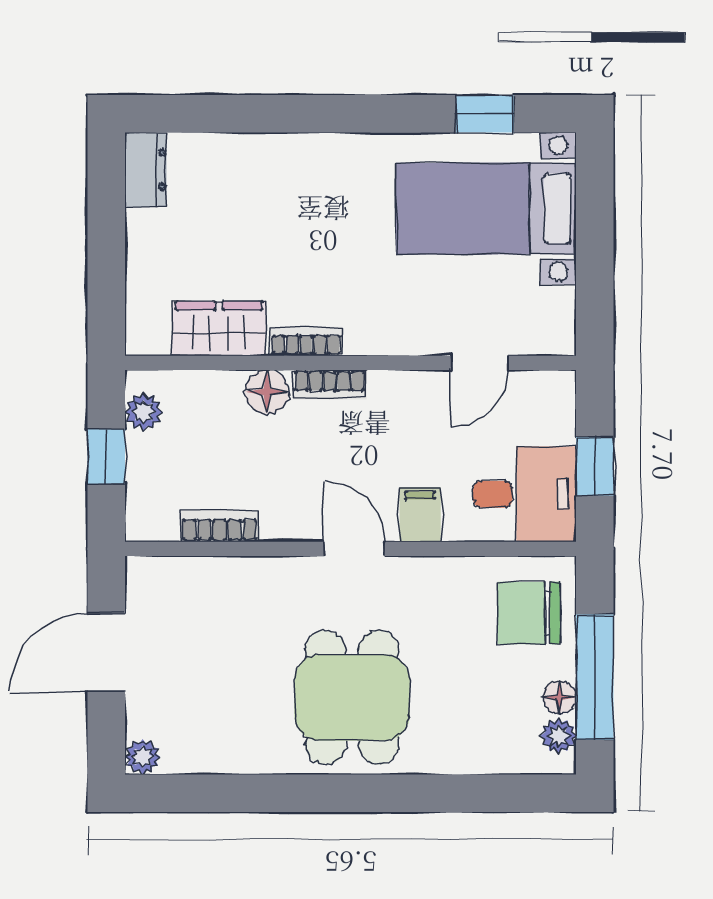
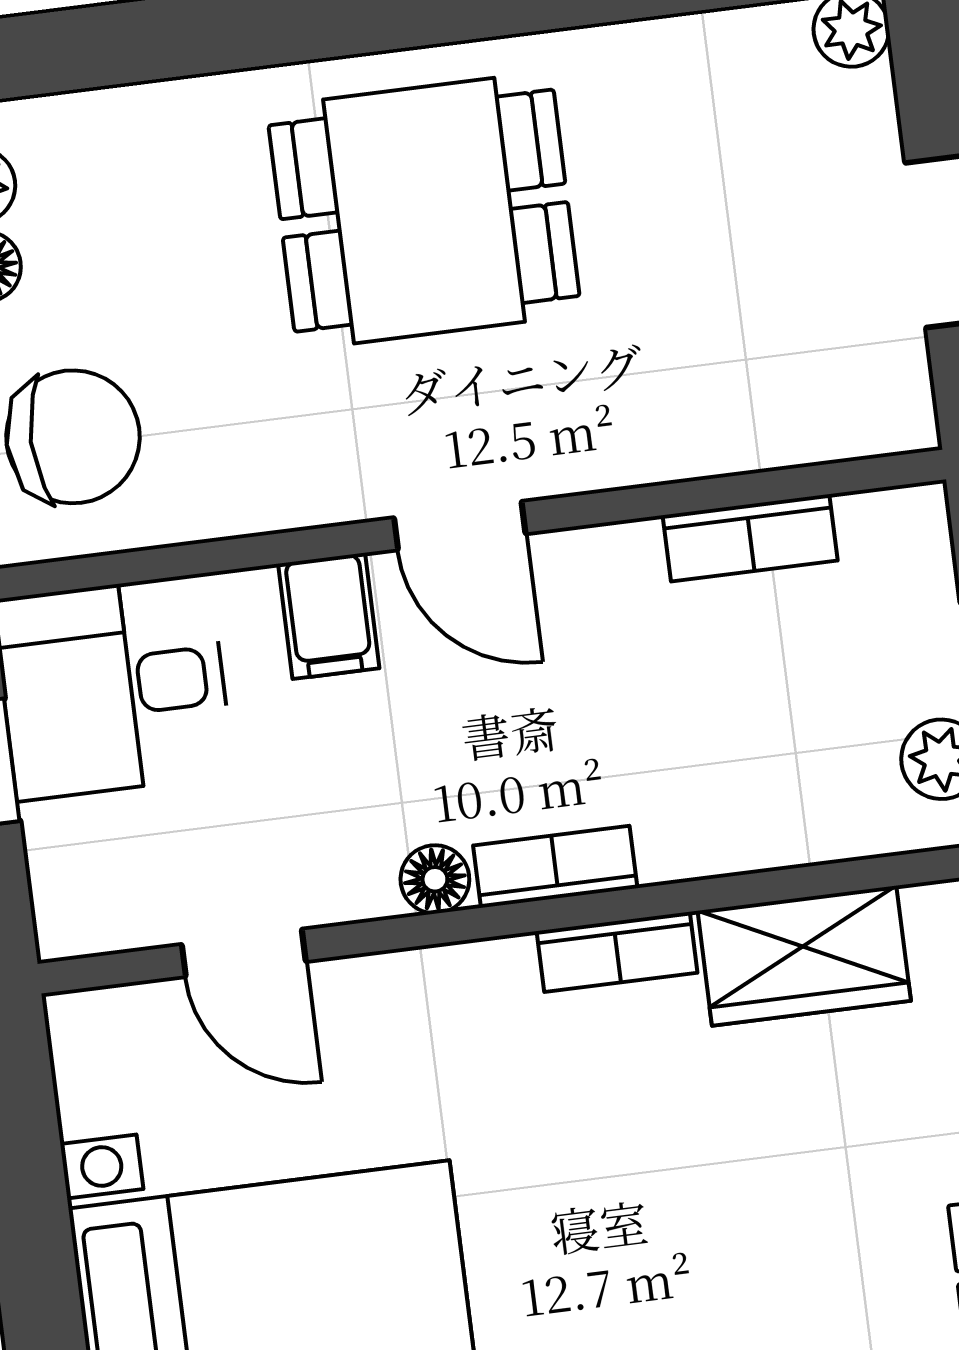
door: (480, 363) -> (244, 953), swing flipped
floor lamp: (267, 392) -> (435, 879), moved, width x0.73, depth x0.73
dining table: (352, 698) -> (424, 211), turned 90

